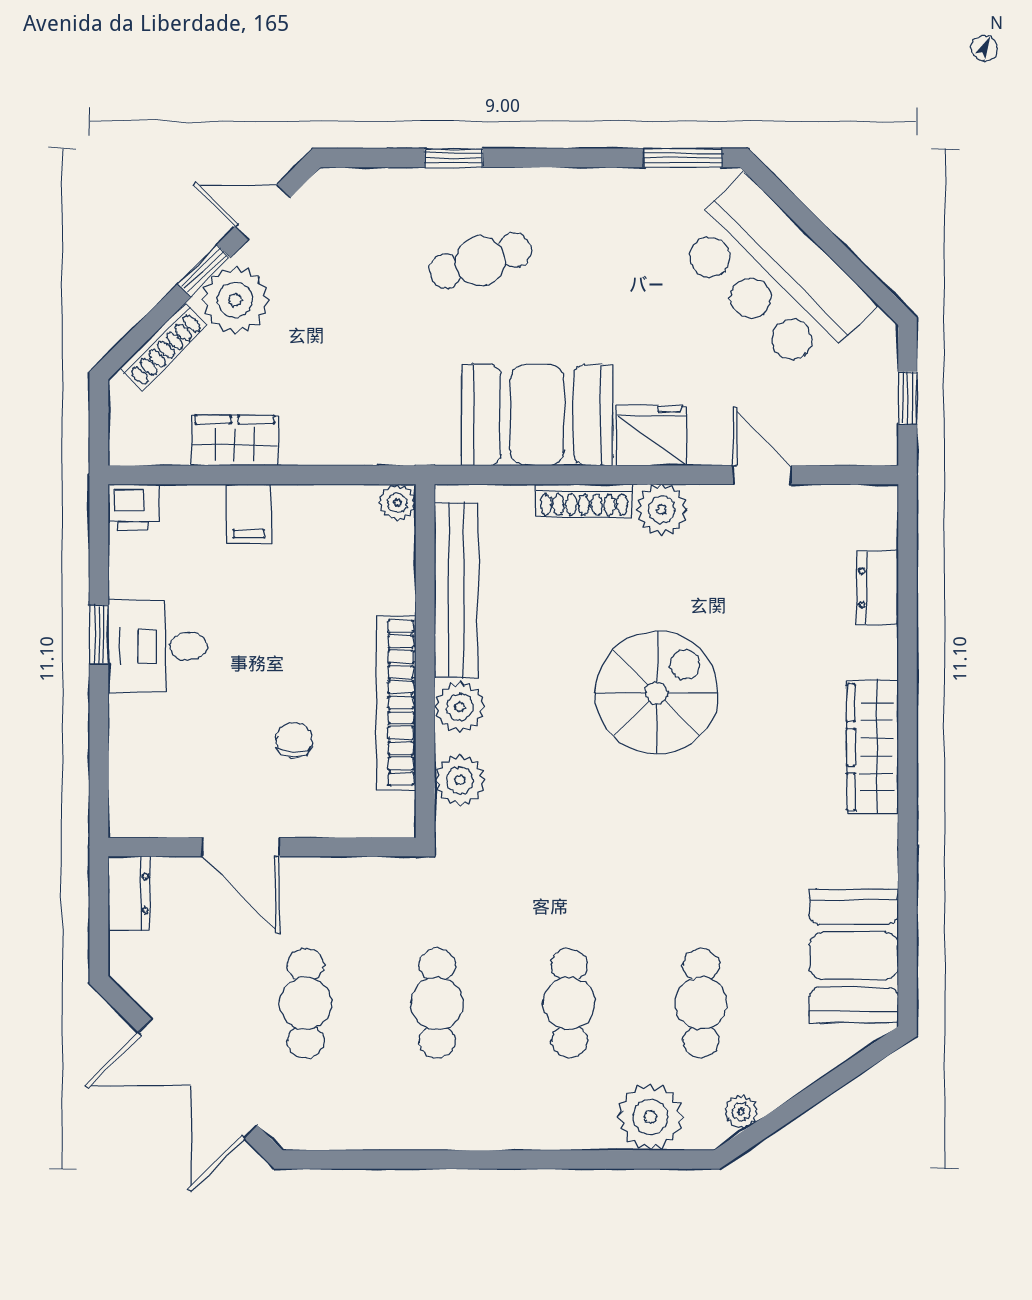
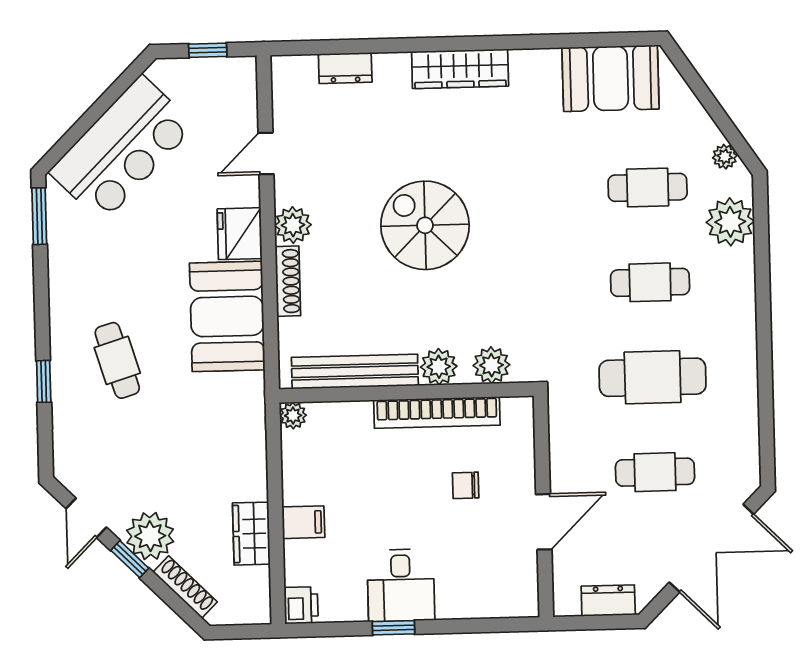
dresser: (129, 893) -> (608, 601), moved
cafe table: (437, 1003) -> (653, 377), width x1.37, depth x1.35

